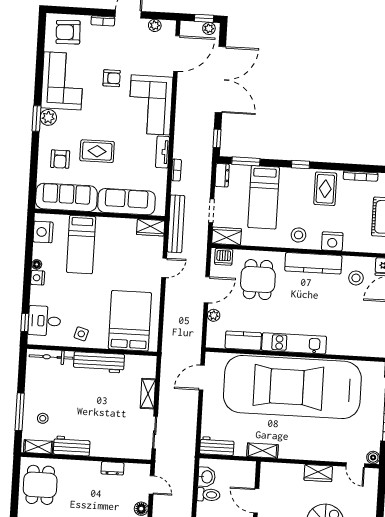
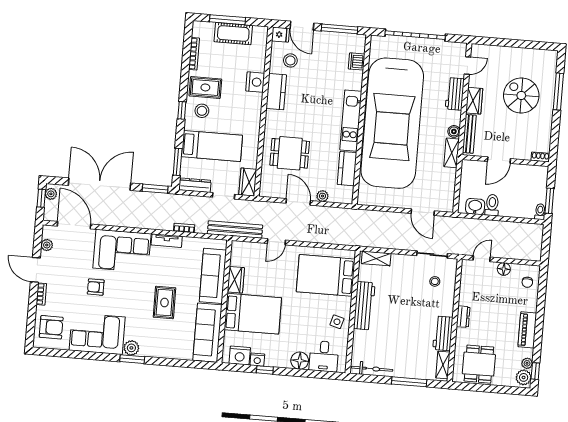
armchair: (68, 32) -> (51, 327), turned -88
armchair: (112, 78) -> (96, 287), turned -90
window: (217, 138) -> (155, 189), width x1.50
armchair: (60, 159) -> (171, 338), removed
dresser: (222, 175) -> (195, 185), width x1.44
wardrobe: (151, 228) -> (236, 280), moved
stool: (299, 235) -> (202, 111), moved
bed: (81, 244) -> (253, 314), width x1.50
dishwasher: (224, 257) -> (357, 61), moved, turned 180
kitchen counter: (313, 263) -> (276, 92), width x0.67
floor lamp: (37, 264) -> (300, 361), moved, width x1.89, depth x1.89
door: (164, 268) -> (276, 242), swing flipped
nightstand: (38, 278) -> (257, 360), moved
window: (25, 322) -> (265, 370), moved
bicycle: (51, 357) -> (372, 369), moved, turned -90
door: (202, 378) -> (423, 212), moved
shelving: (148, 394) -> (376, 258), moved
stool: (43, 418) -> (435, 281), moved
workbench: (217, 446) -> (455, 94), moved
boiler: (373, 457) -> (454, 131), moved
dresser: (112, 468) -> (463, 317), moved
bench: (283, 469) -> (469, 134), added
dining table: (40, 485) -> (479, 364), turned 90

